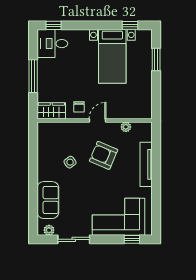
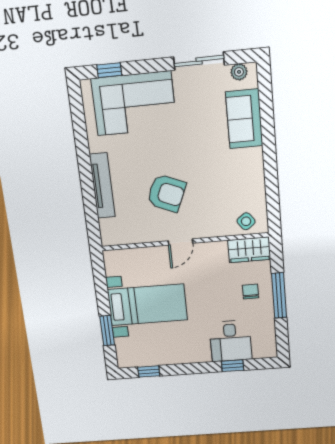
window: (54, 25) -> (233, 366), moved
desk: (52, 44) -> (231, 341), moved, turned 90
bed with nightstands: (112, 56) -> (147, 305), moved, turned 90
chair: (79, 107) -> (251, 292), moved
plant: (126, 127) -> (138, 236), removed
side table: (70, 162) -> (246, 221), moved

